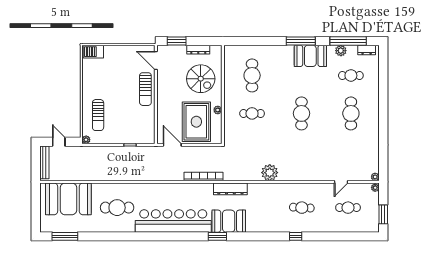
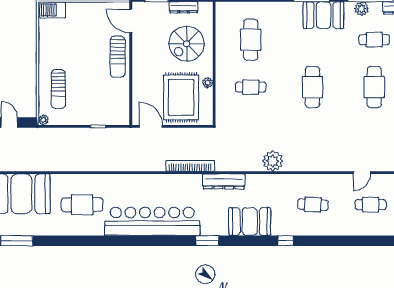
spiral stairs: (201, 79) -> (187, 44), turned 90
booth: (229, 221) -> (250, 222), moved
window: (296, 236) -> (286, 241), moved

